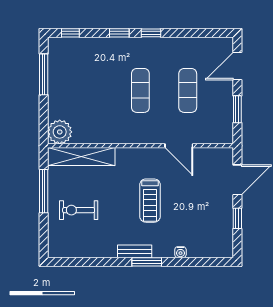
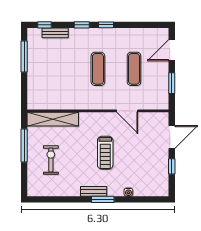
bench: (84, 43) -> (55, 33), added
plant: (60, 132) -> (36, 100), removed
exercise bike: (79, 210) -> (51, 160), turned 90

